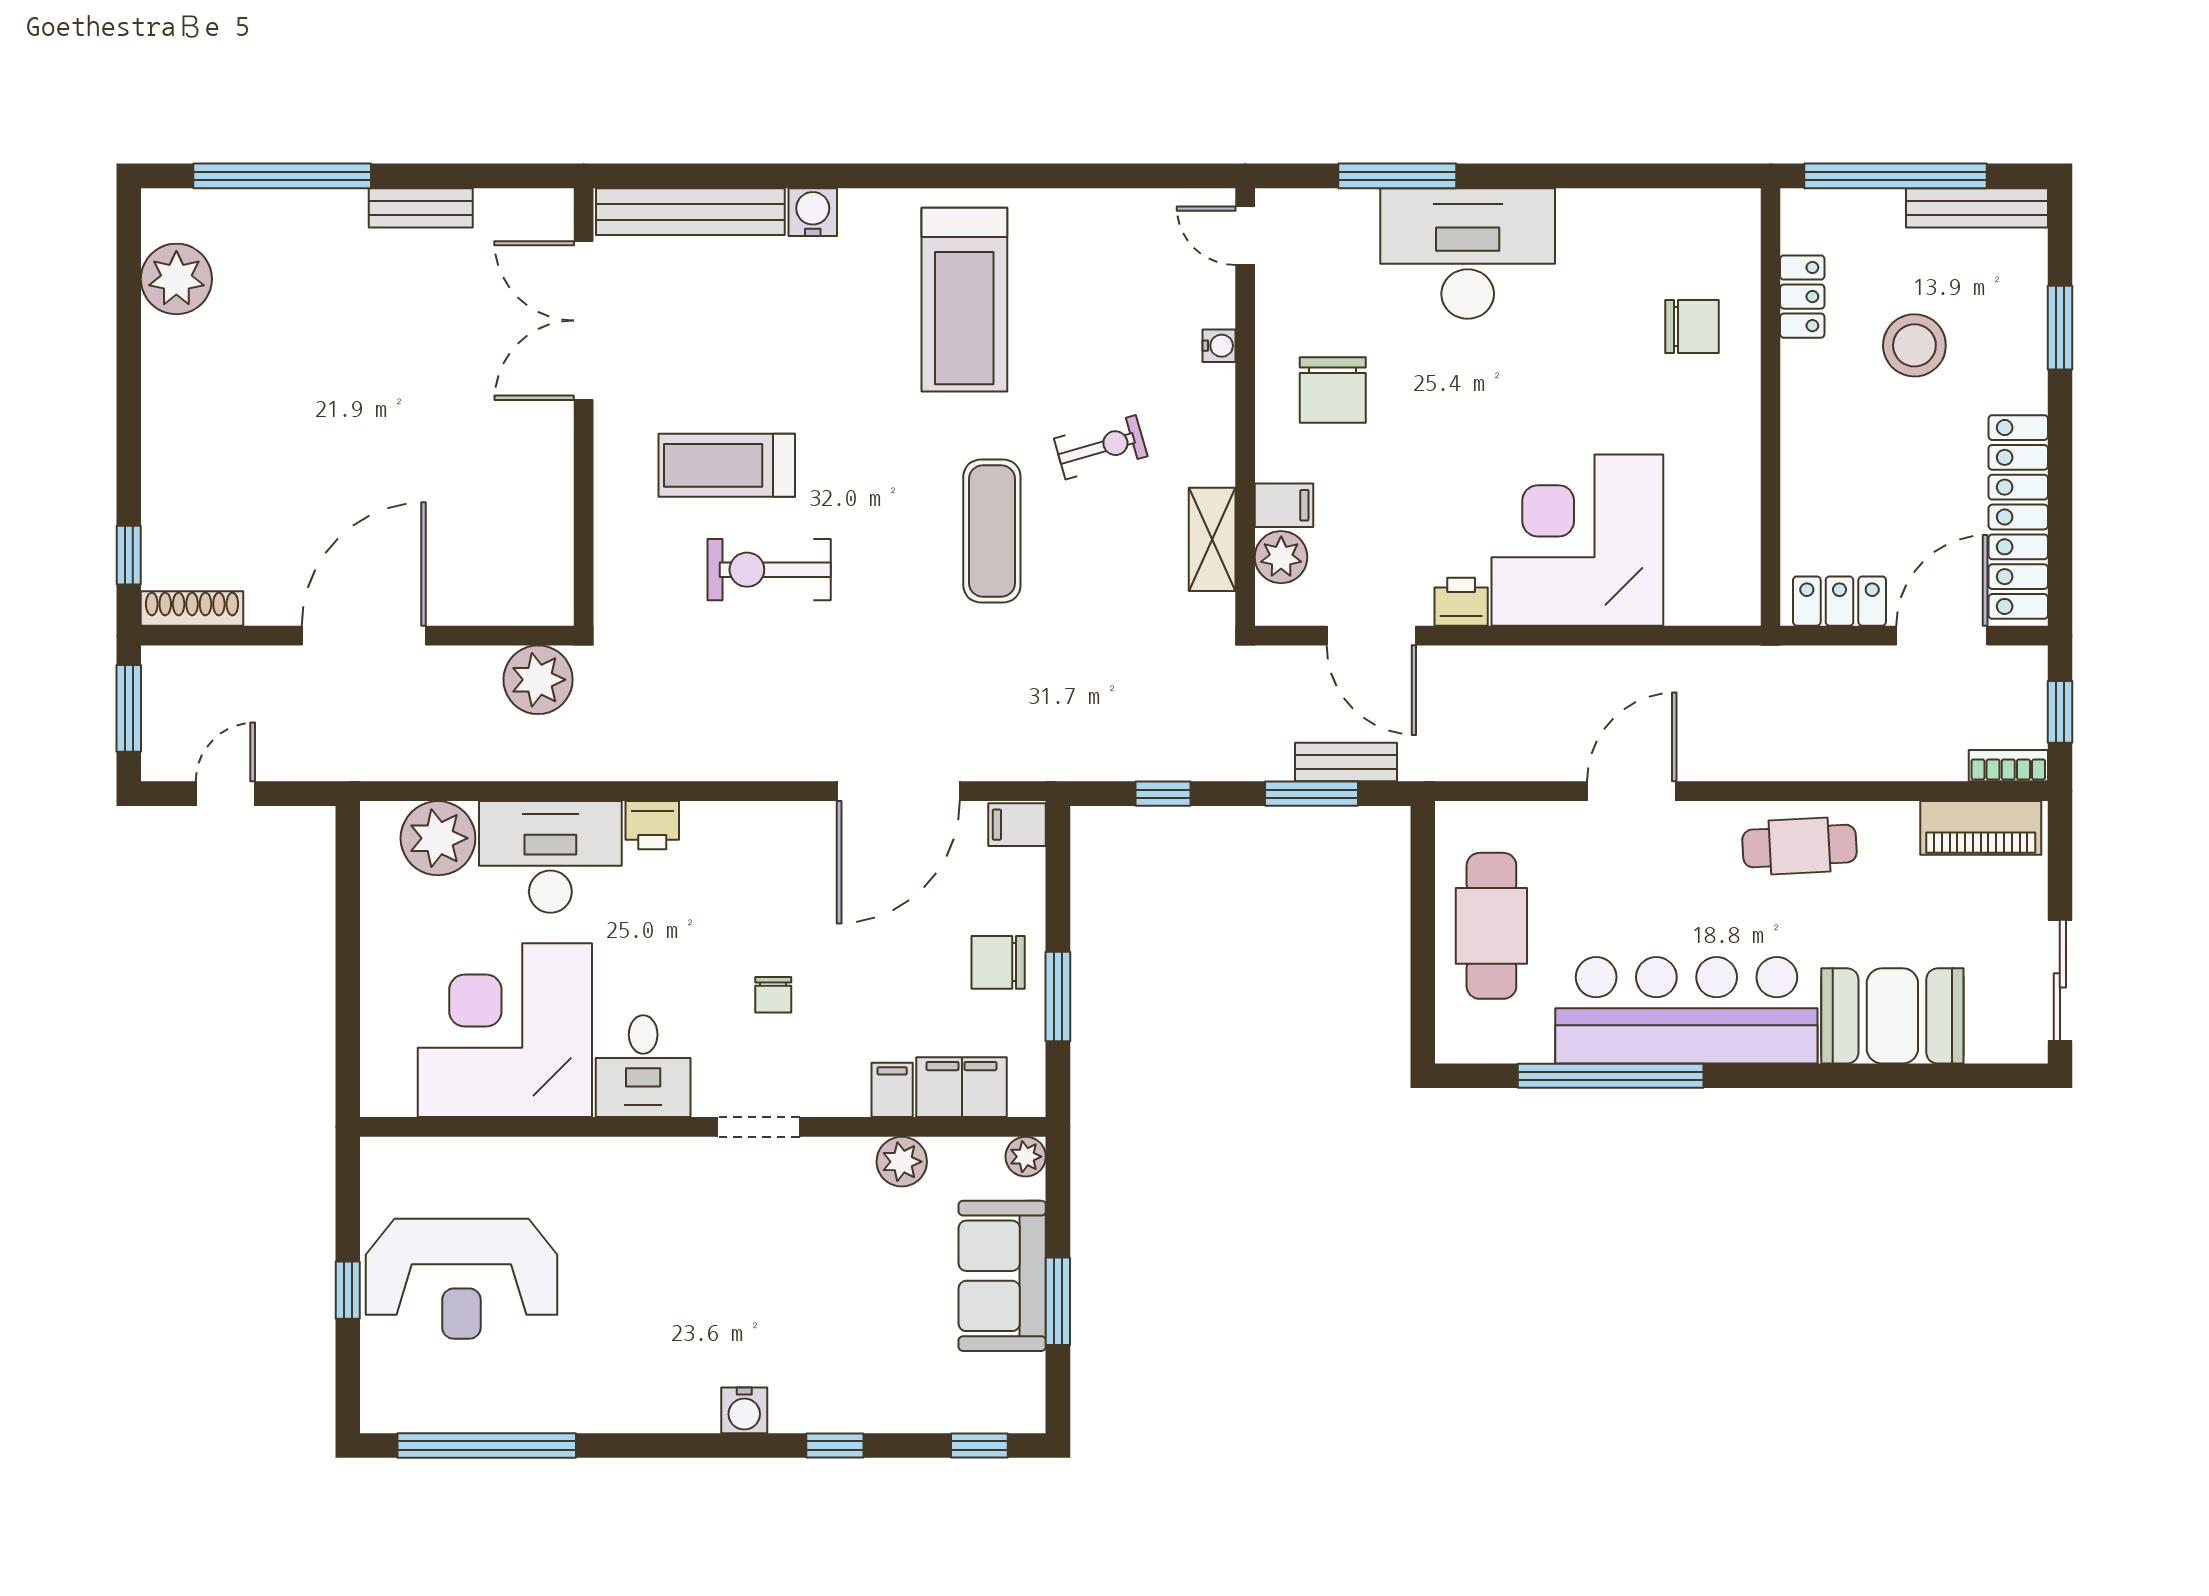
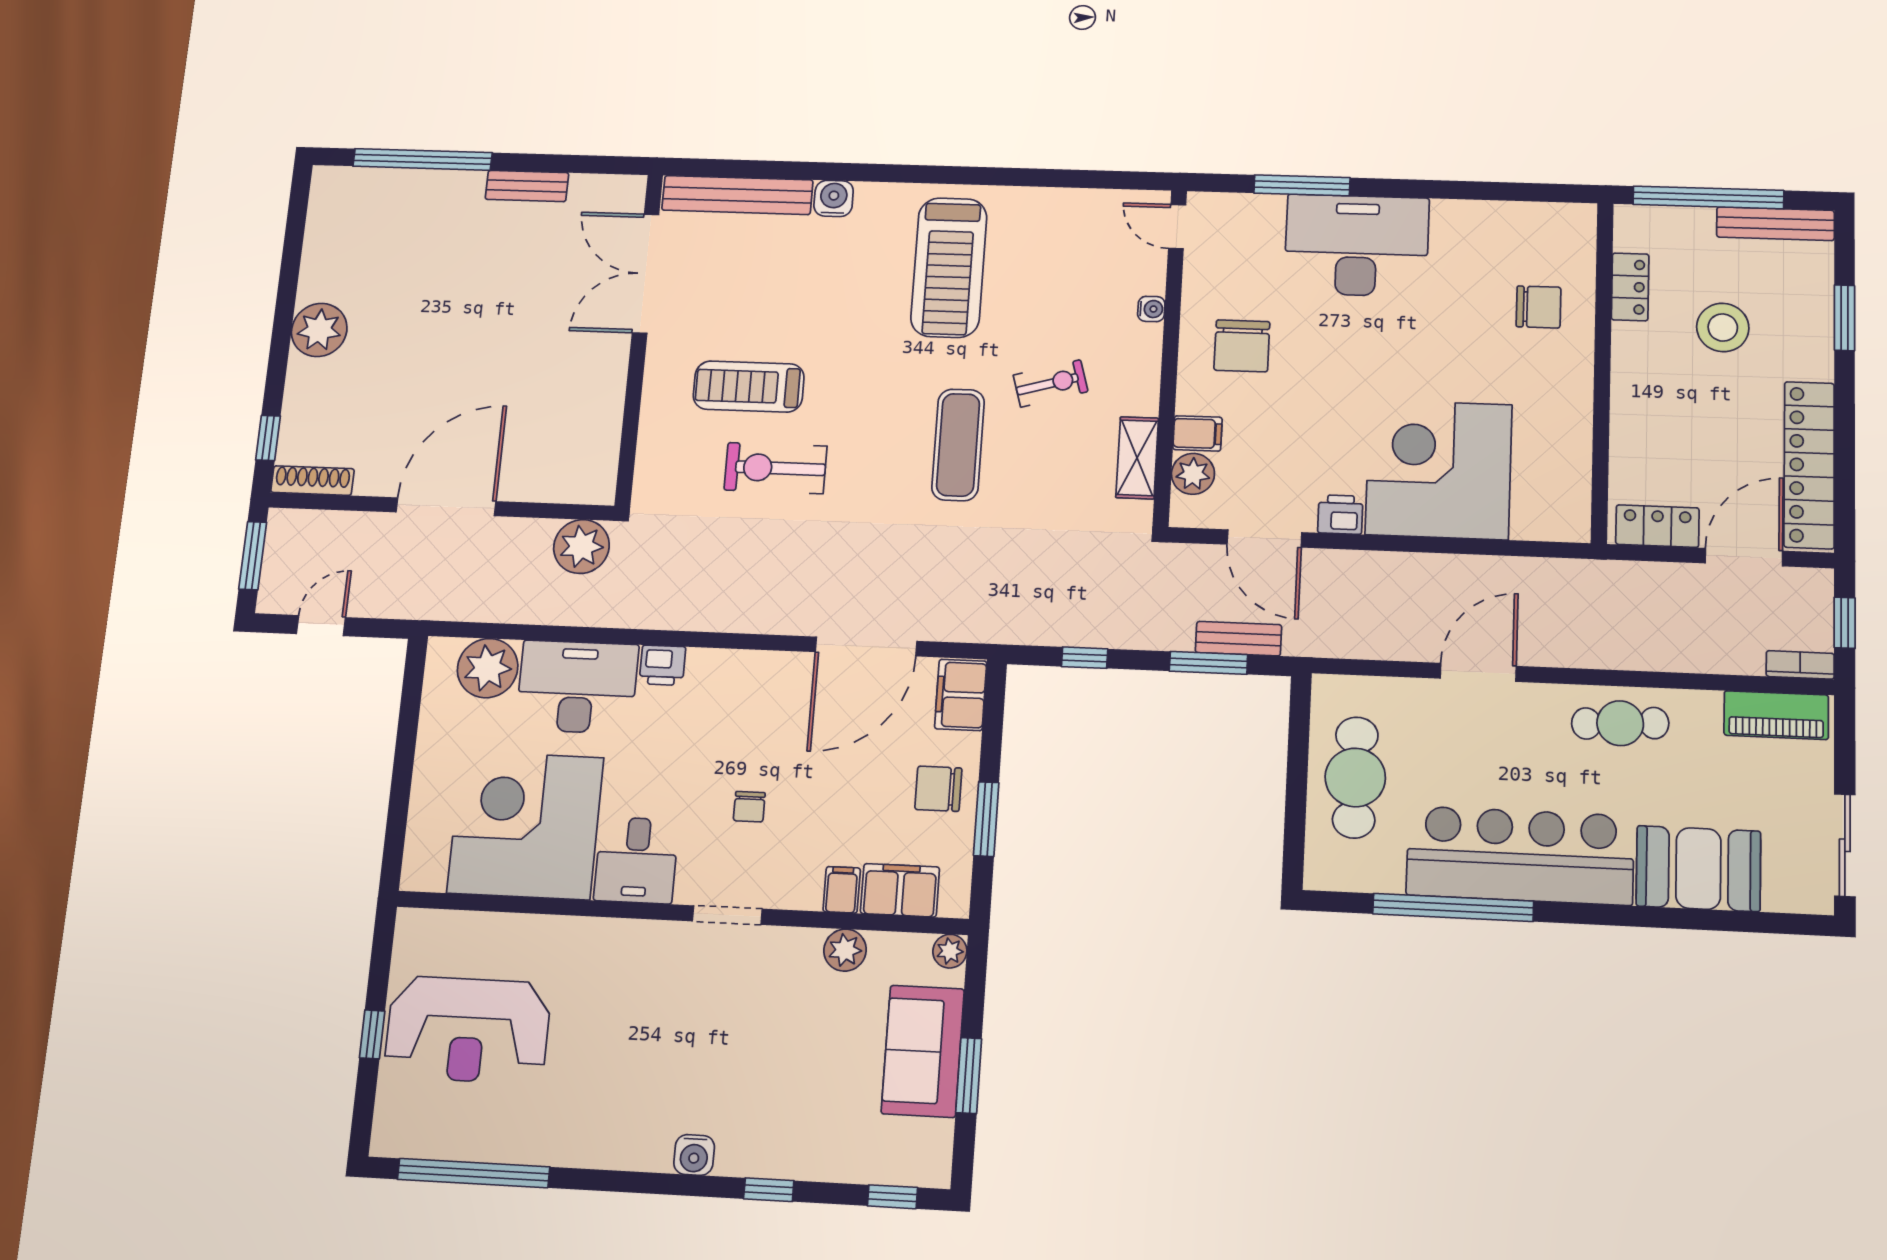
plant: (176, 279) -> (319, 330), moved
filing cabinet: (1017, 825) -> (961, 695), width x2.00

